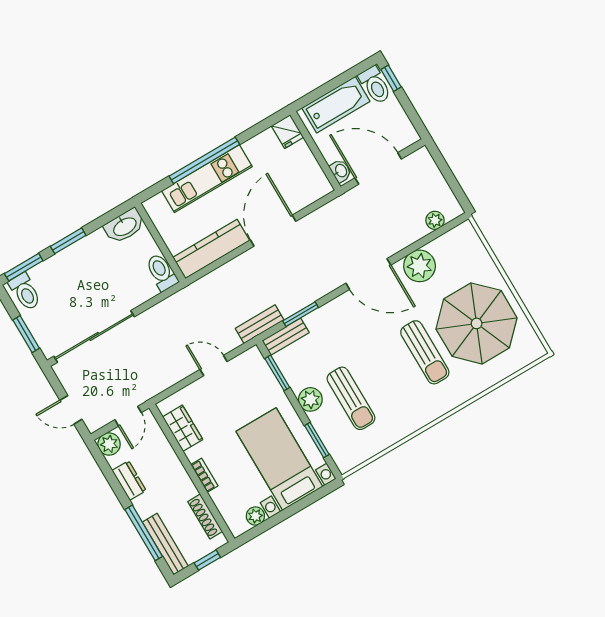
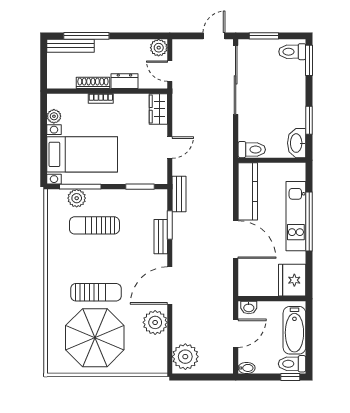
fridge: (287, 132) -> (292, 280), width x1.88, depth x1.34
bidet: (410, 133) -> (247, 368), added
door: (378, 168) -> (236, 333), width x0.73
plant: (435, 220) -> (185, 357), width x1.87, depth x1.87
window: (68, 241) -> (309, 120), moved
bench: (286, 337) -> (161, 237), moved
sun lounger: (425, 352) -> (96, 292), turned 180
plant: (310, 399) -> (77, 198), moved
door: (71, 410) -> (214, 36), moved
wardrobe: (183, 428) -> (158, 109), moved, turned 90
window: (317, 440) -> (80, 187), width x1.44
dresser: (129, 480) -> (124, 81), moved, turned 180
shoe rack: (205, 516) -> (93, 83), moved
window: (207, 560) -> (44, 67), removed

